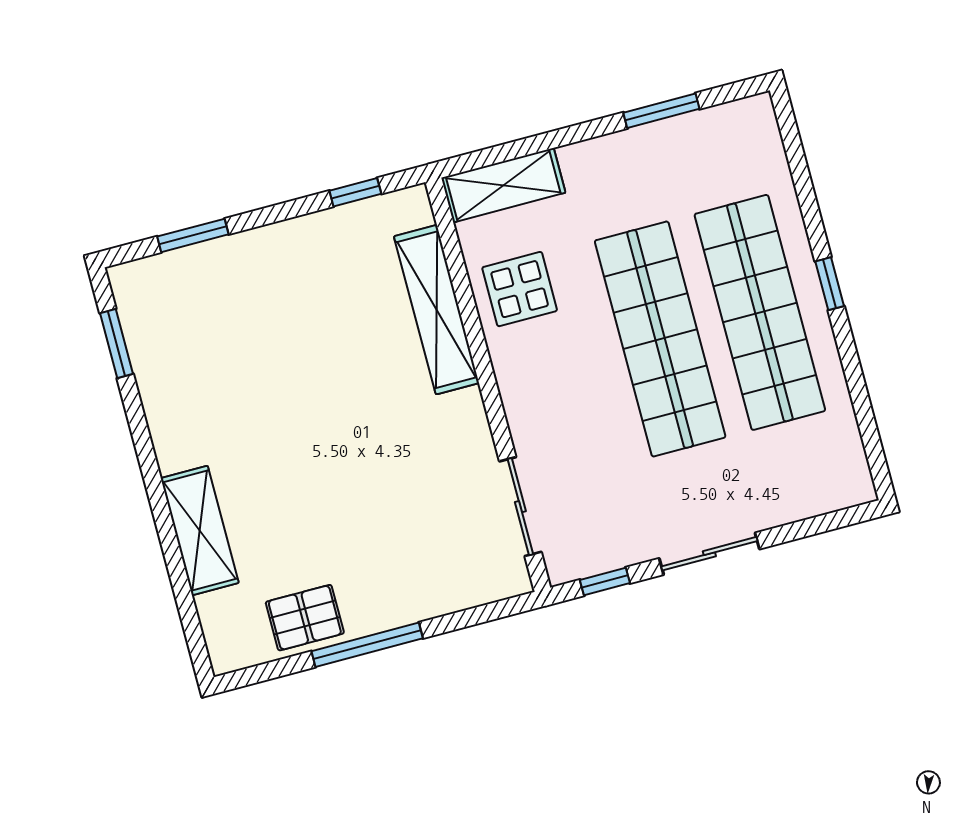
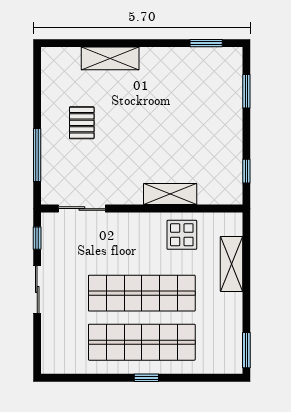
window: (661, 111) -> (246, 350), moved
shelving: (503, 185) -> (232, 264), moved
shelving: (437, 310) -> (170, 194), width x0.68
pallet: (305, 618) -> (82, 123), moved
window: (367, 645) -> (37, 155), moved

